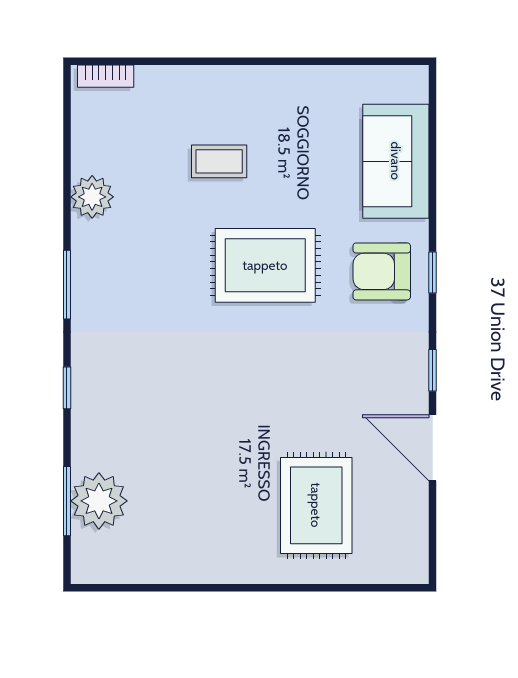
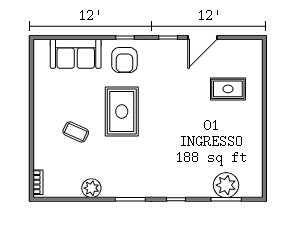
coffee table: (219, 161) -> (76, 132), turned -66
rug: (316, 505) -> (228, 89), width x0.73, depth x0.70

